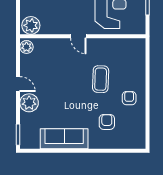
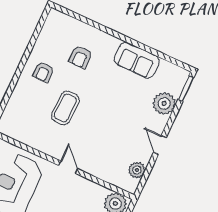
plant: (26, 47) -> (137, 170), moved
plant: (29, 103) -> (164, 104), moved
sofa: (64, 139) -> (137, 60), width x0.73

